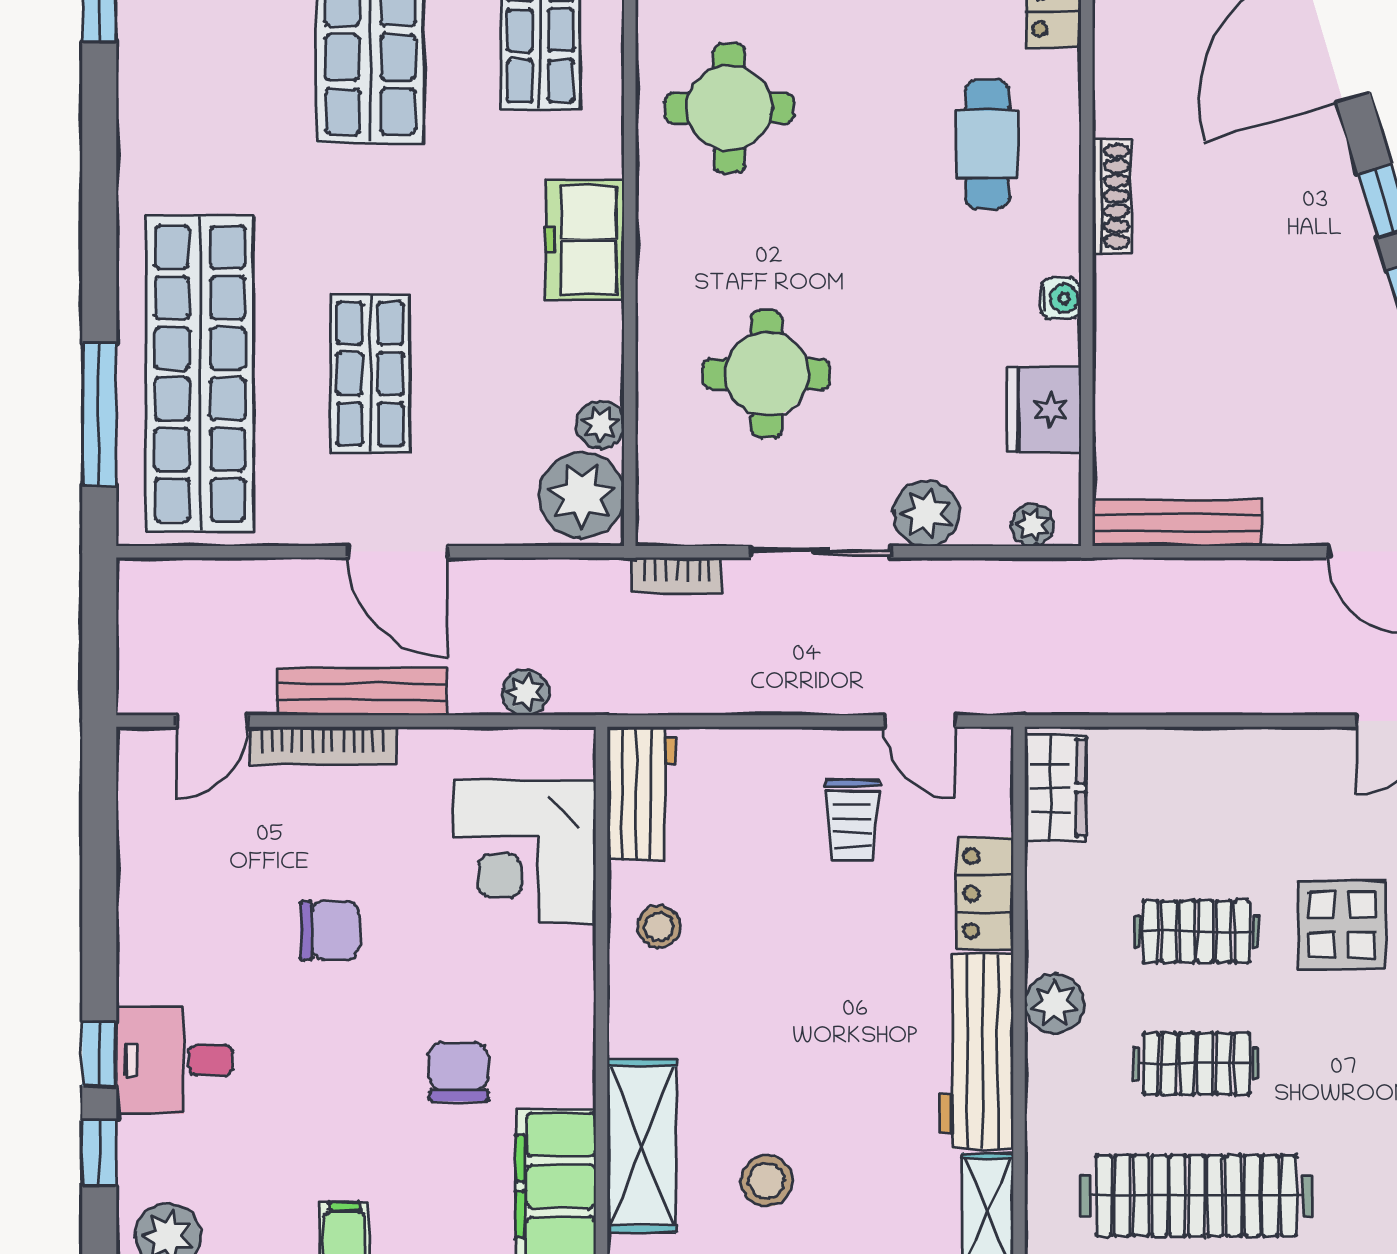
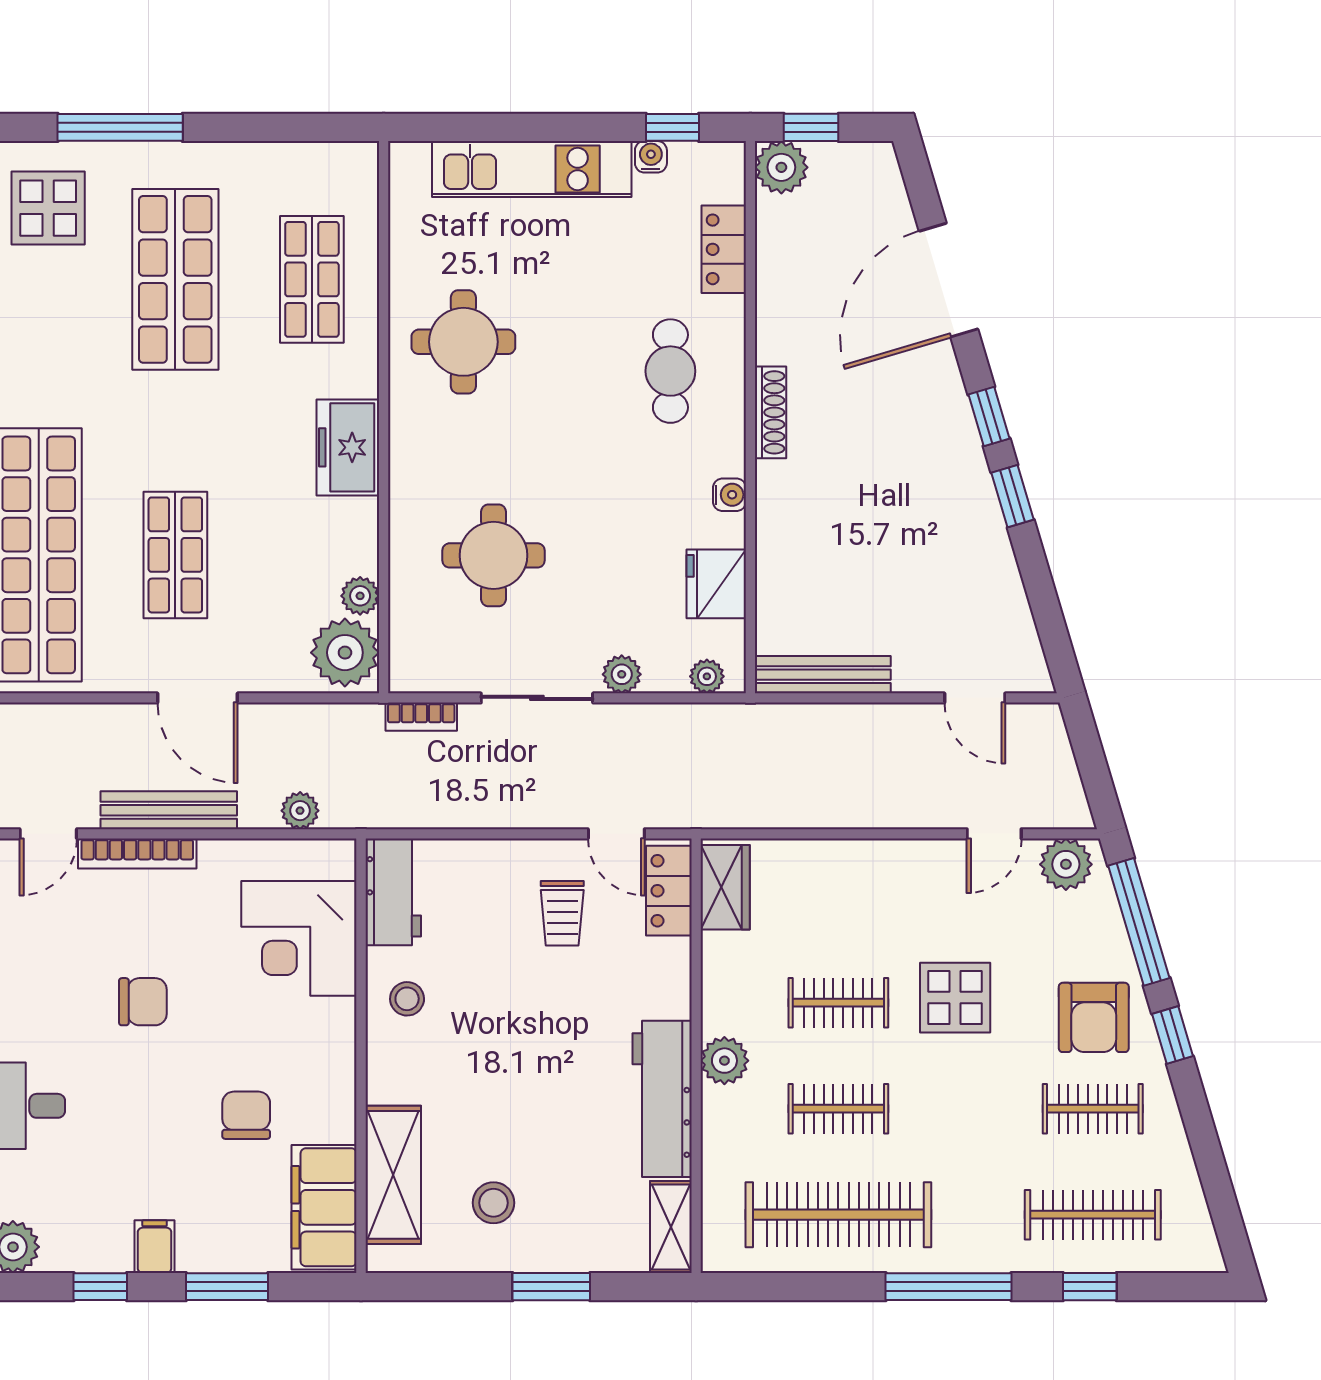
plant: (926, 513) -> (622, 674), width x0.73, depth x0.73
locker: (985, 893) -> (669, 891), moved

